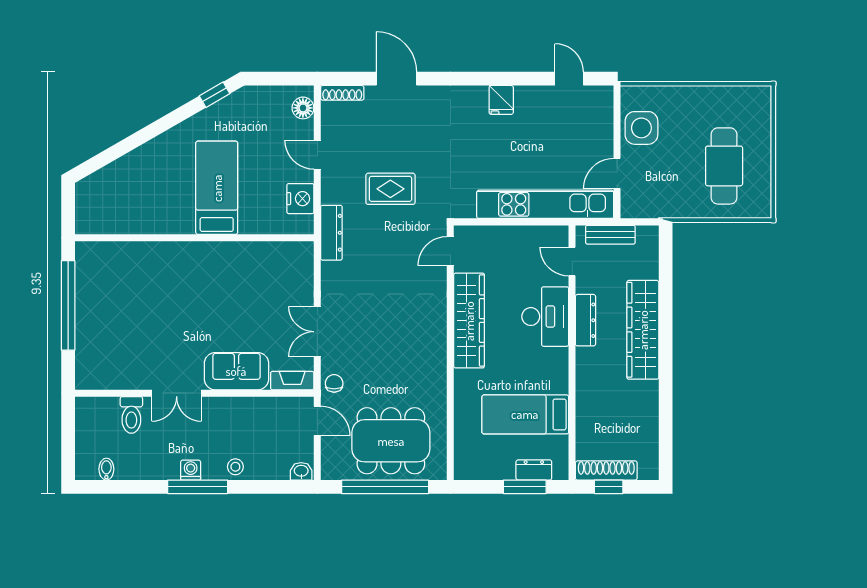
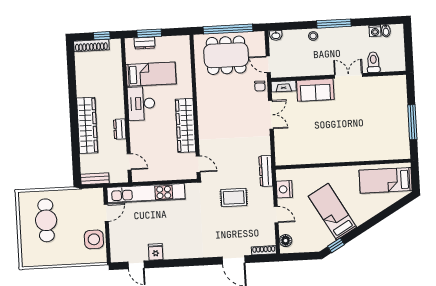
fridge: (501, 100) -> (156, 252), moved
bed: (217, 188) -> (332, 212), moved, turned 150
bed: (121, 205) -> (386, 180), added
bench: (610, 235) -> (95, 179), moved
door: (450, 251) -> (198, 164), hinge flipped
window: (68, 305) -> (412, 122), width x0.68
desk: (545, 317) -> (141, 104), moved
dresser: (585, 320) -> (120, 129), width x0.70
washing machine: (191, 470) -> (375, 31), moved
shoe rack: (606, 470) -> (91, 45), moved

